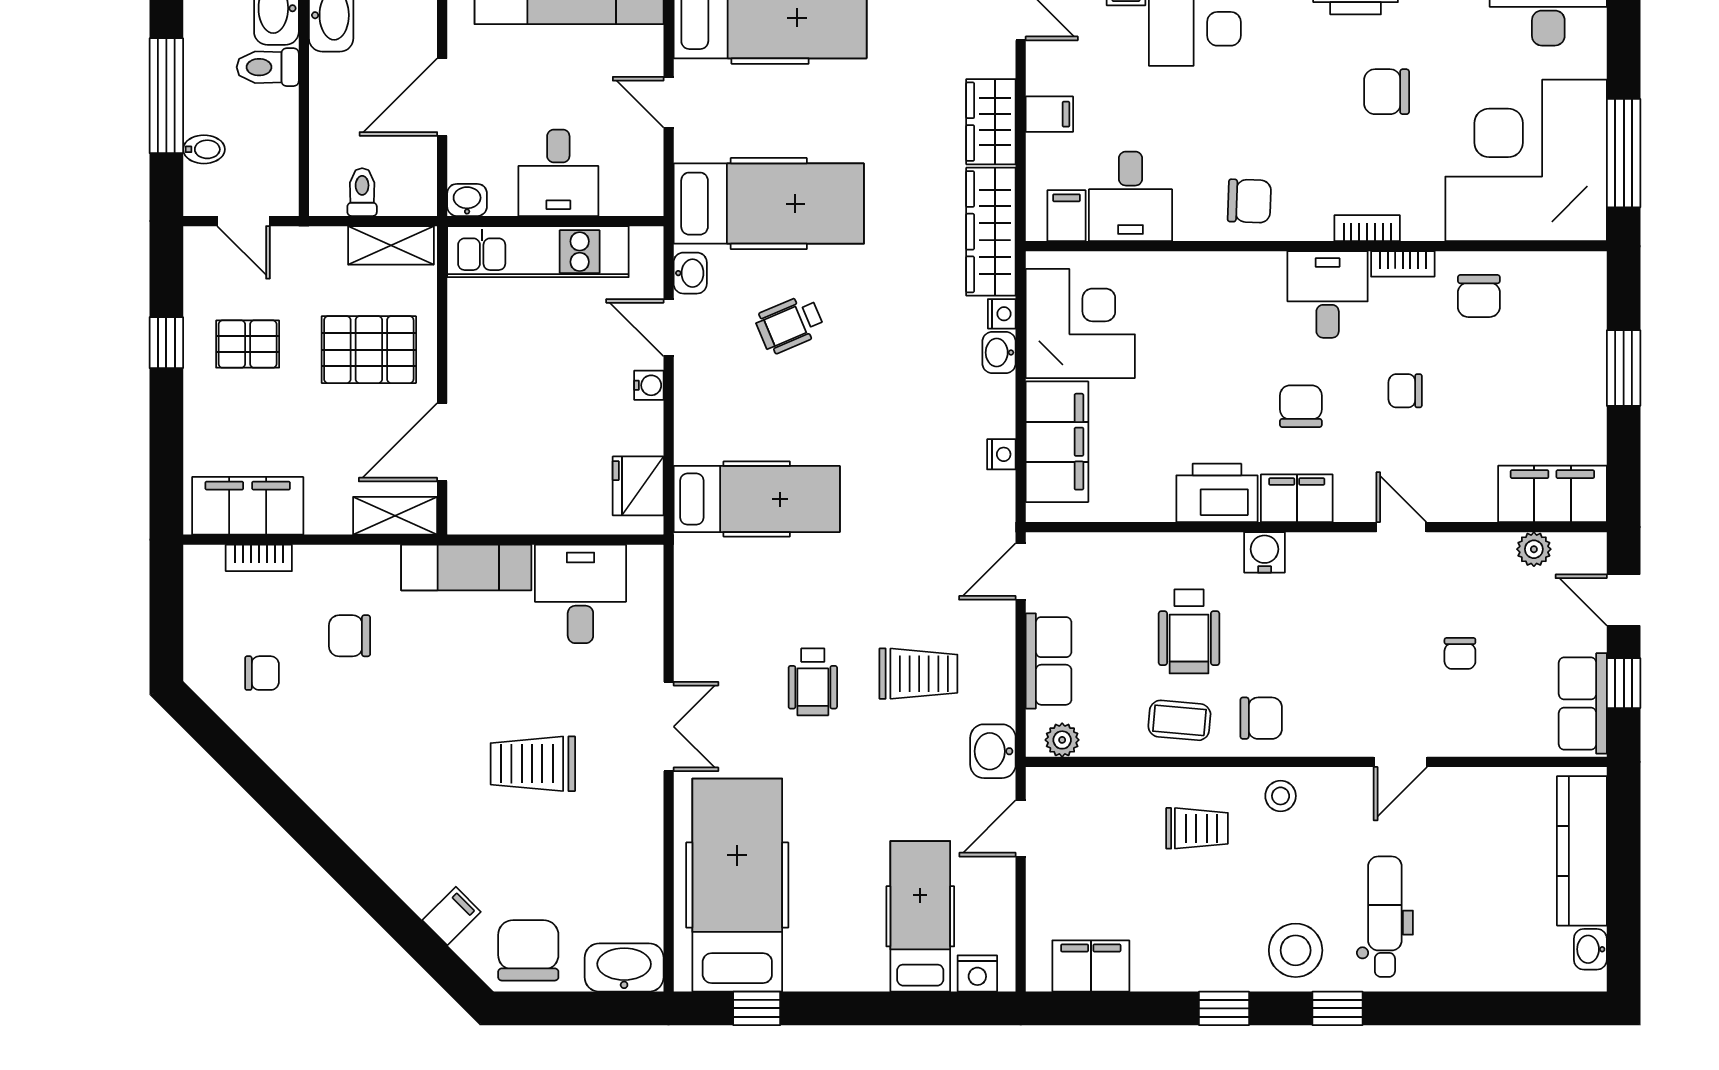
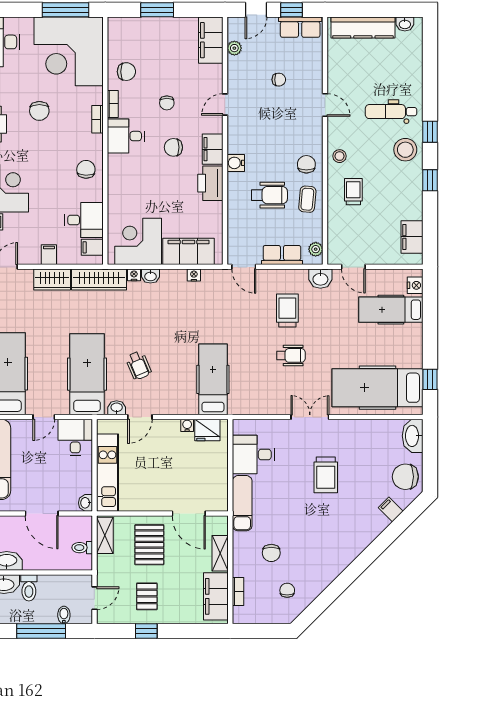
desk: (558, 173) -> (75, 438), moved, turned -90
water cooler: (649, 385) -> (187, 425), moved
shelving: (395, 516) -> (220, 553), moved

